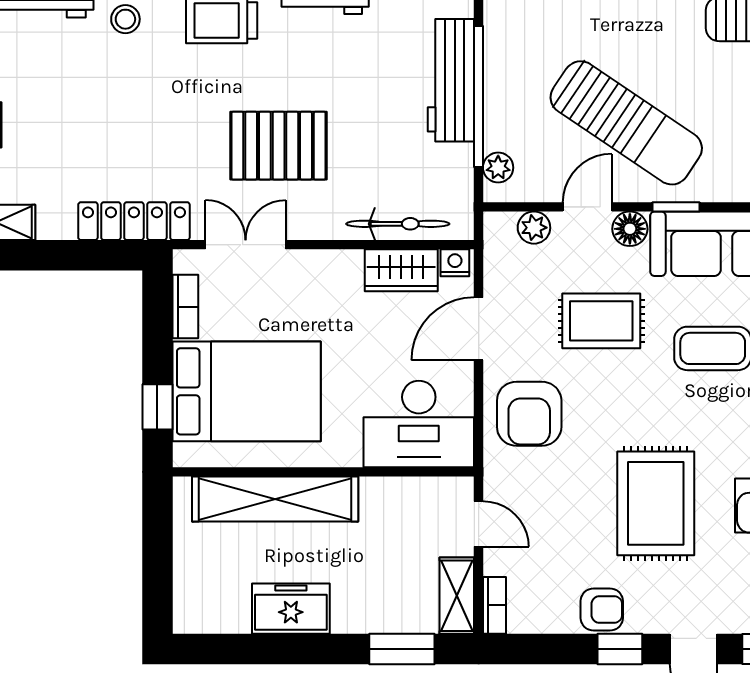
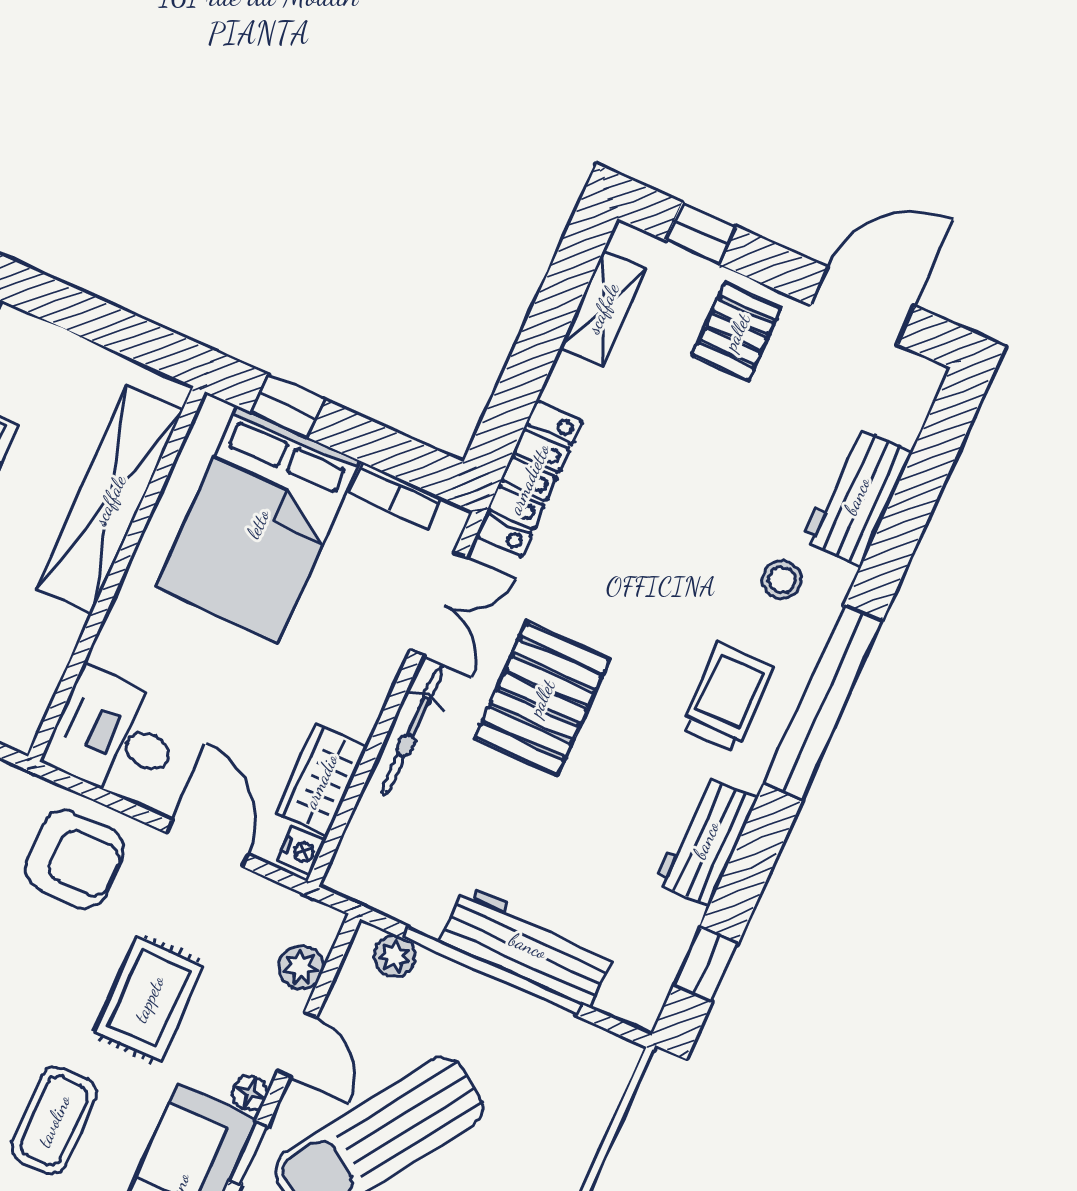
bicycle: (398, 224) -> (413, 730), moved
floor lamp: (630, 229) -> (250, 1093), width x0.73, depth x0.73
armchair: (529, 414) -> (75, 859), turned 180
desk: (419, 424) -> (115, 736), width x0.73

